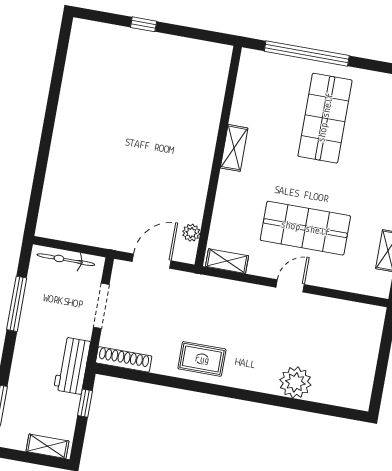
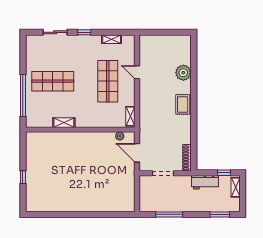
shelving: (234, 148) -> (64, 123), moved
bicycle: (66, 260) -> (144, 194), removed
door: (290, 286) -> (137, 72), moved
rug: (202, 359) -> (183, 104), moved
workbench: (72, 366) -> (205, 182), moved
window: (85, 403) -> (224, 173), moved

